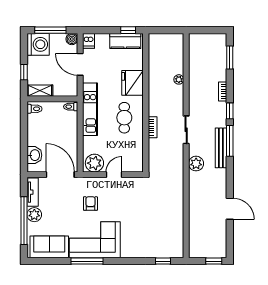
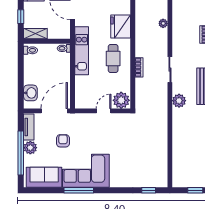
plant: (94, 163) -> (121, 100), moved
door: (60, 175) -> (54, 111), hinge flipped
armchair: (90, 204) -> (63, 141), moved

